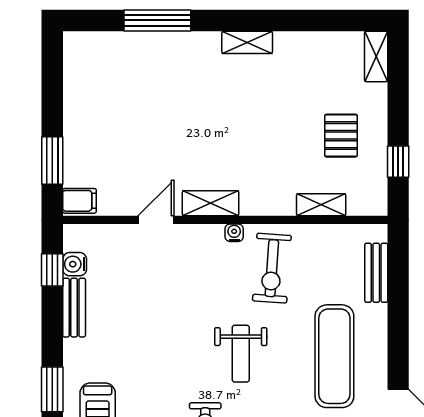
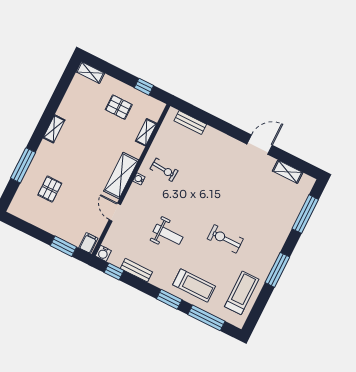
pallet: (139, 87) -> (50, 189), added
shelving: (211, 203) -> (121, 176), width x1.50, depth x1.33
water cooler: (75, 264) -> (103, 253), moved
exercise bike: (272, 268) -> (164, 170), width x0.73, depth x0.72
weight bench: (241, 354) -> (168, 234), moved
exercise mat: (334, 356) -> (219, 161), removed

